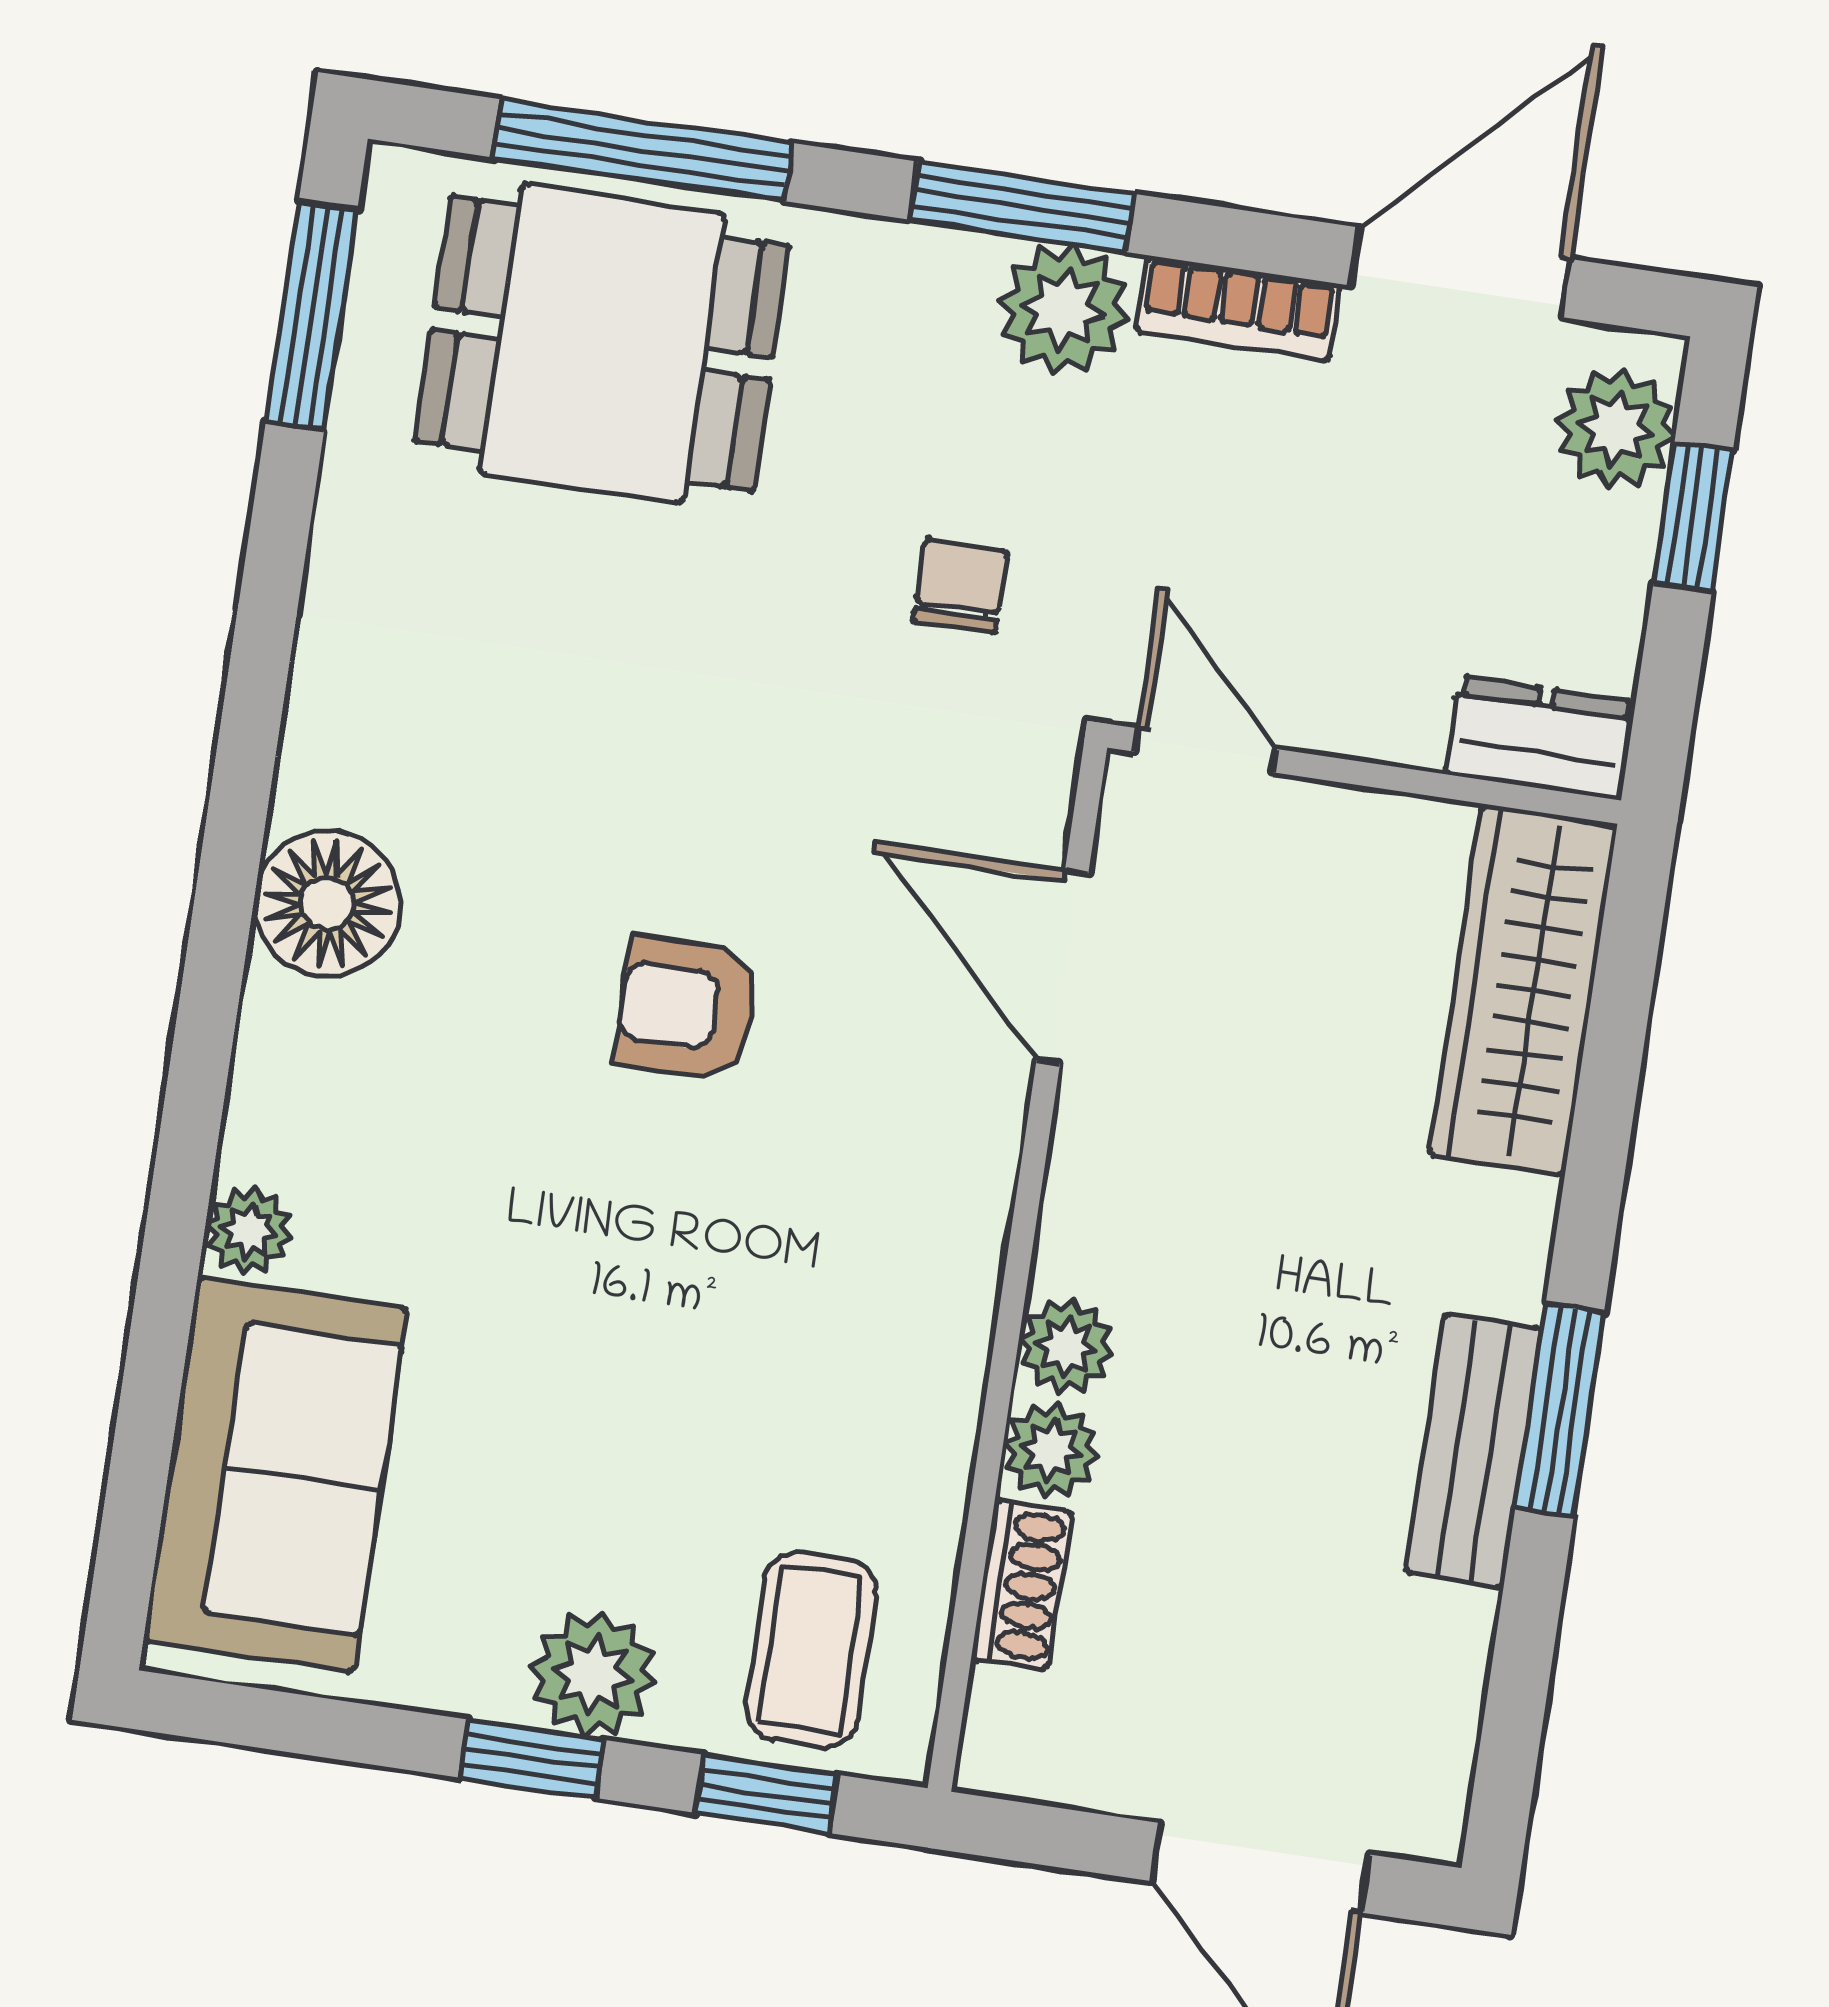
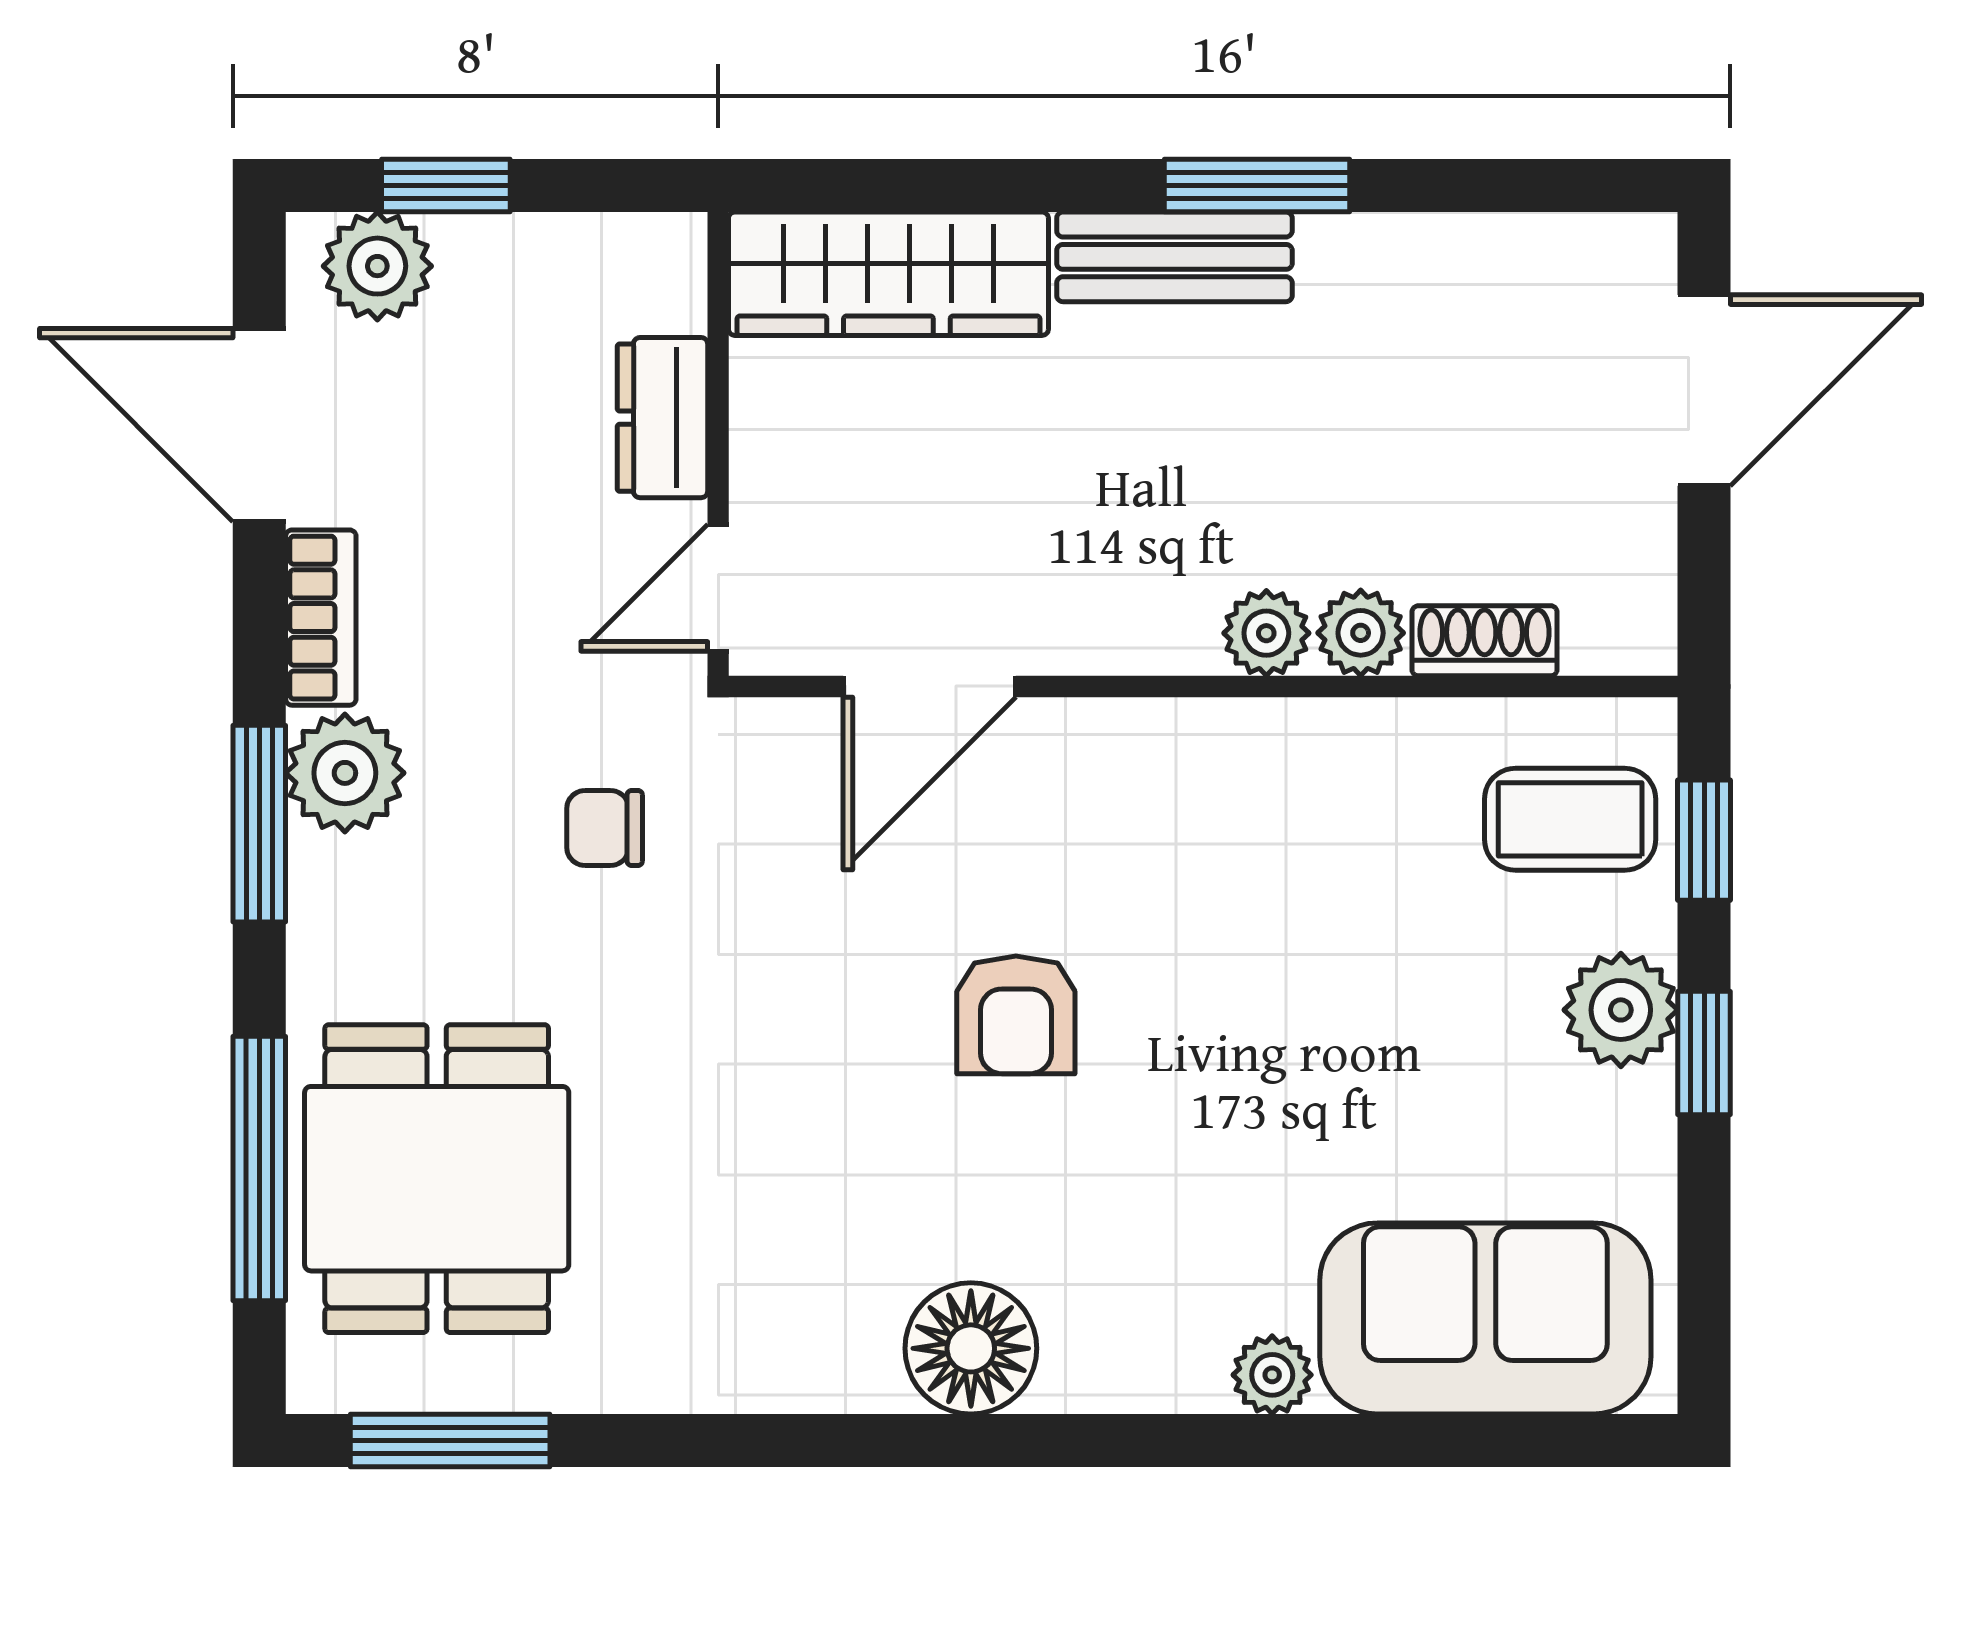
dresser: (1540, 738) -> (662, 418), moved
bench: (1473, 1450) -> (1174, 257), moved

